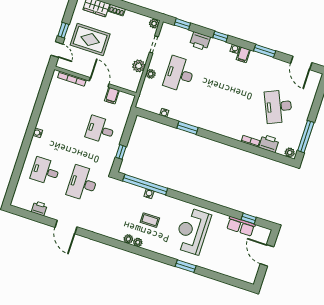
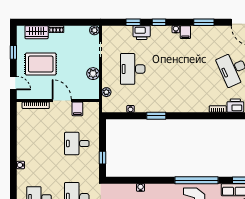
window: (182, 24) -> (133, 22), moved
window: (63, 30) -> (13, 52), moved
plant: (151, 74) -> (106, 92), moved
window: (145, 185) -> (196, 180), moved

